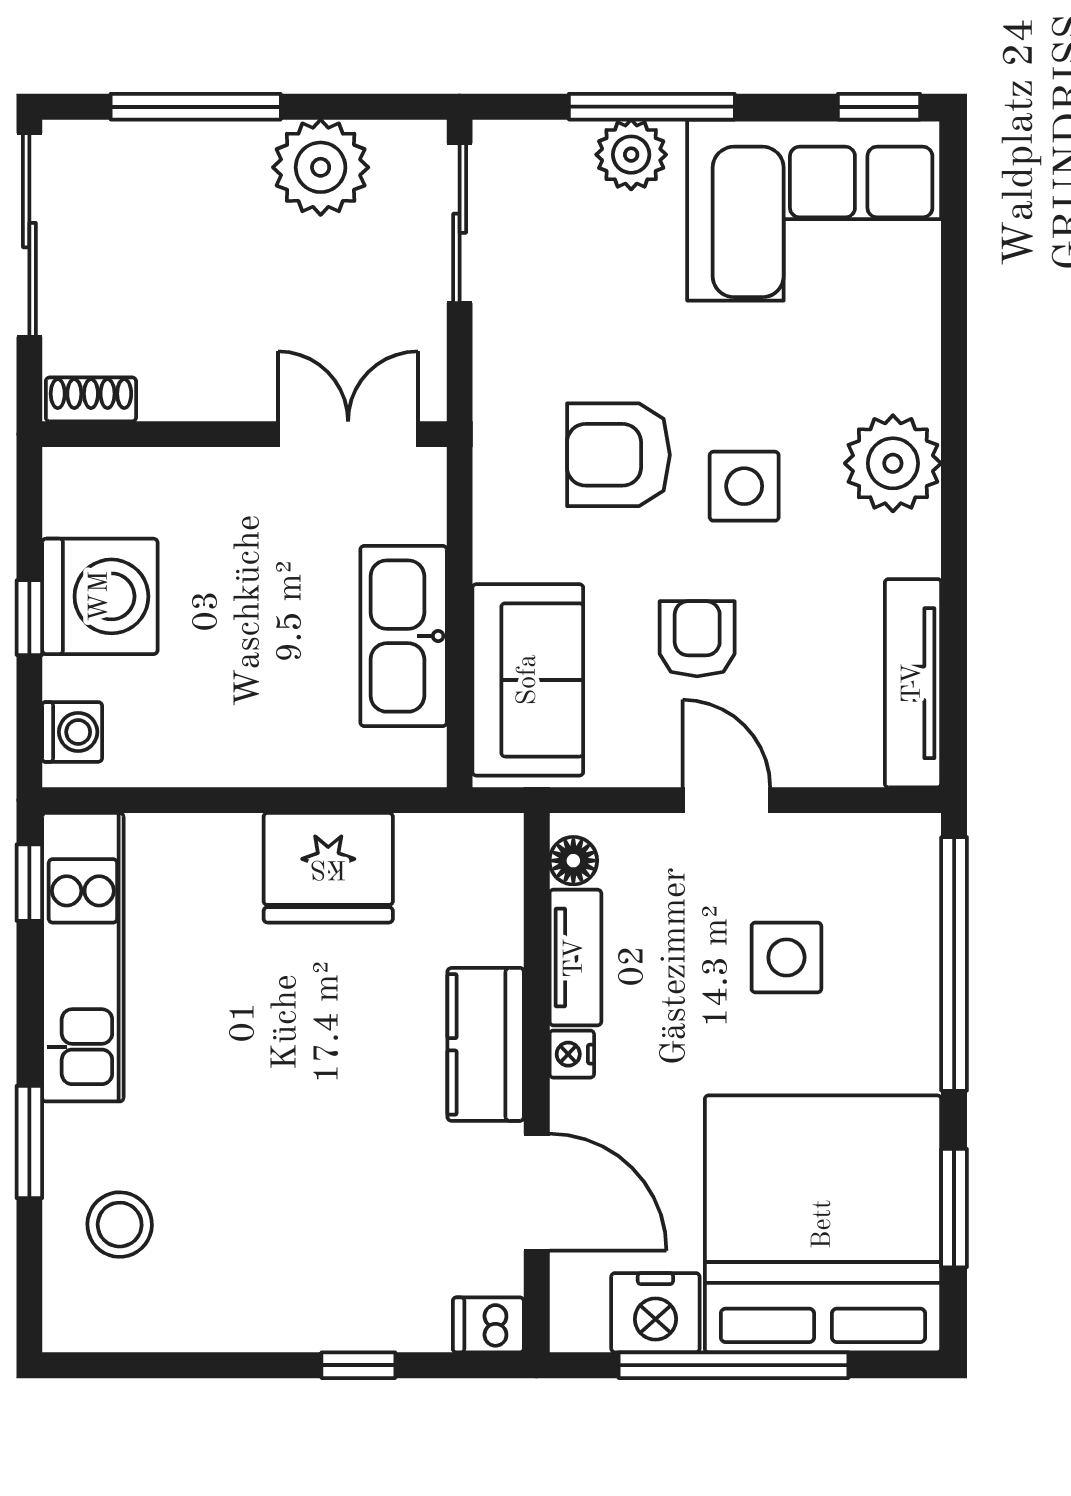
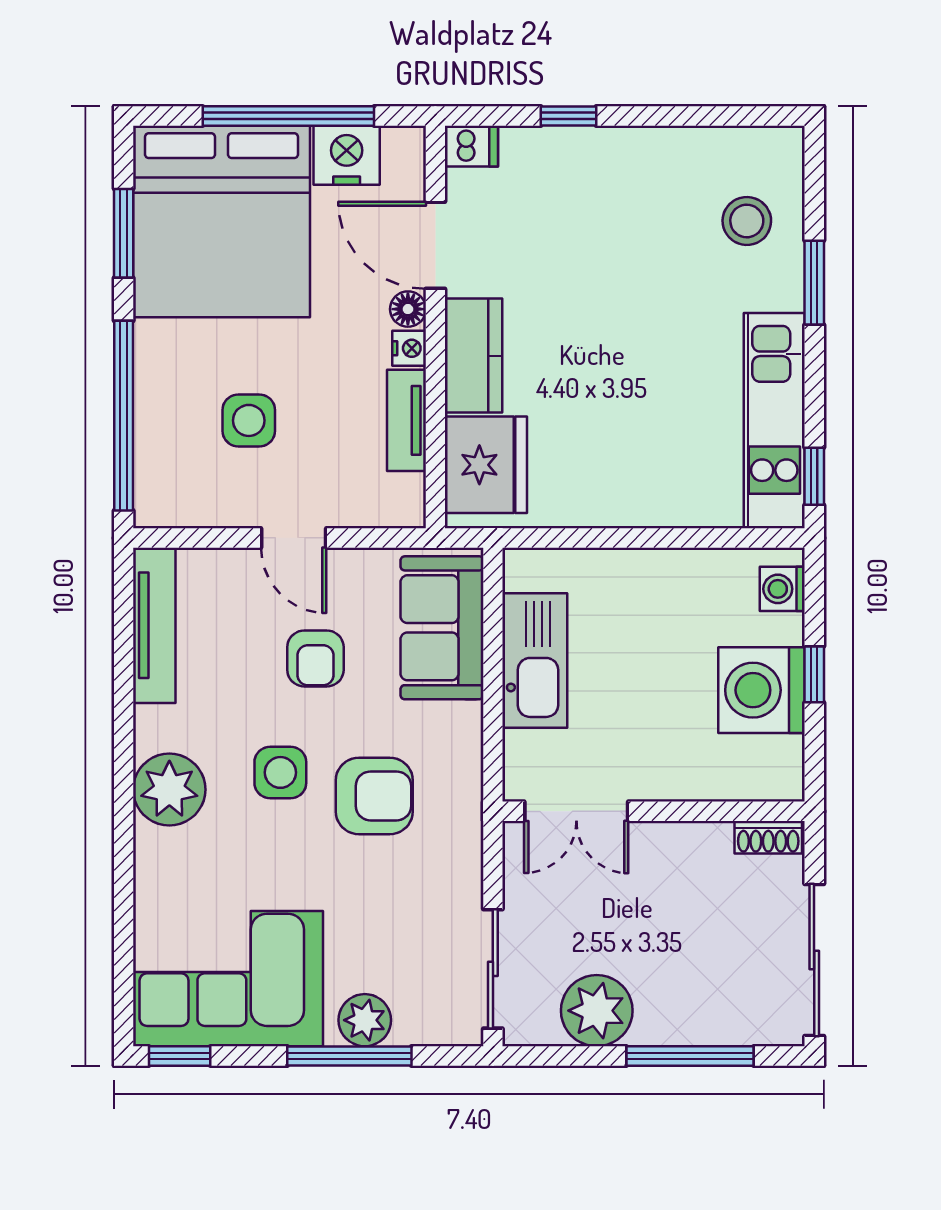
floor lamp: (573, 861) -> (408, 309), moved
fridge: (328, 868) -> (486, 465), moved, turned 90

